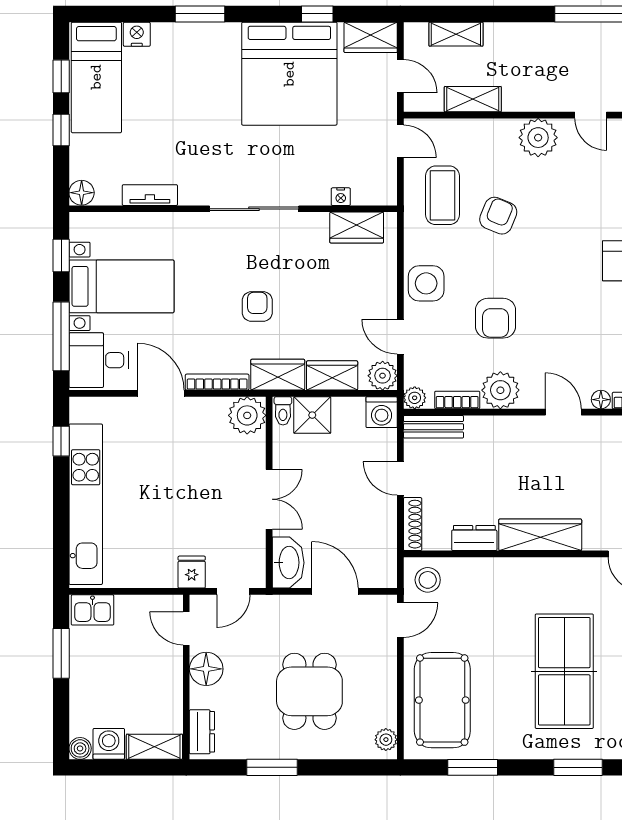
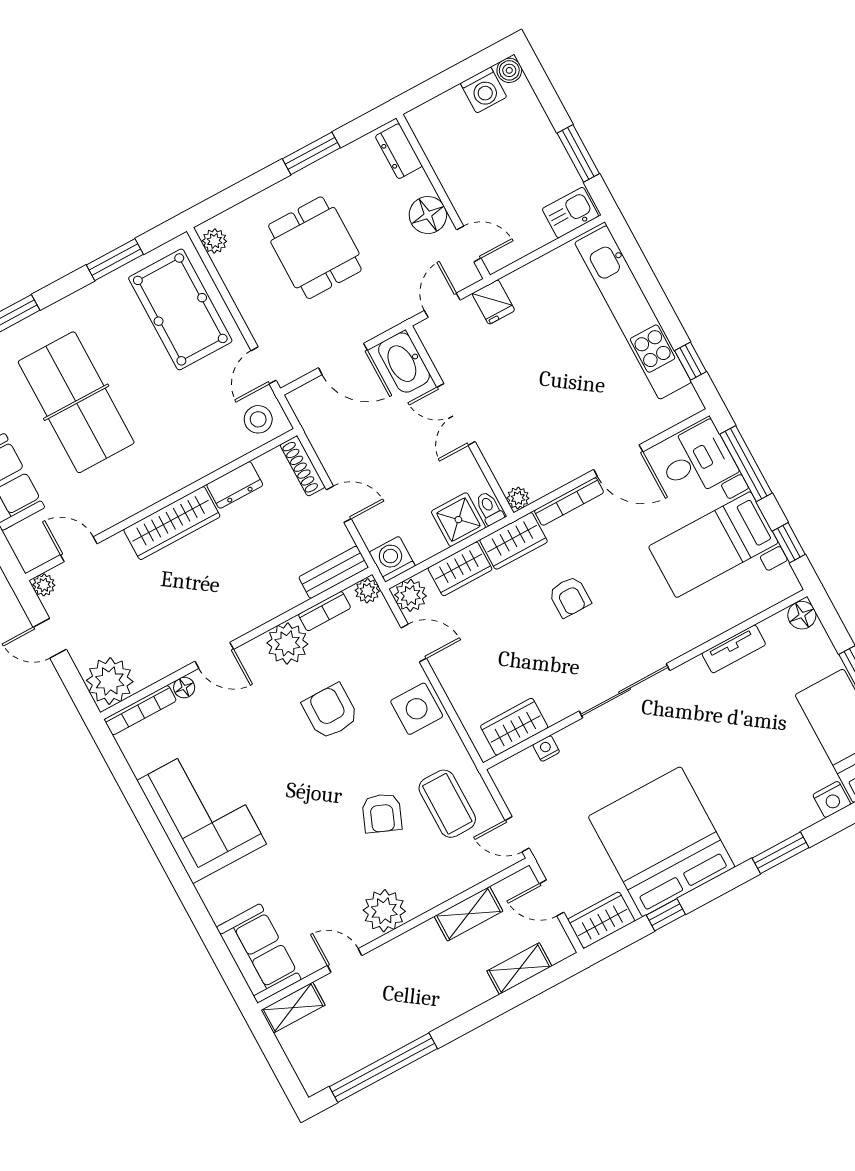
plant: (247, 415) -> (518, 498), width x0.53, depth x0.53
shelving: (154, 747) -> (437, 111), removed

